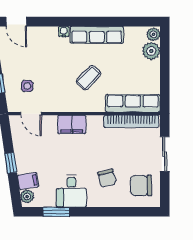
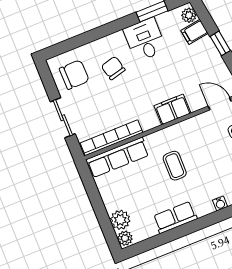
row of seats: (97, 35) -> (175, 217), width x0.68
coffee table: (89, 78) -> (175, 166), turned -44

